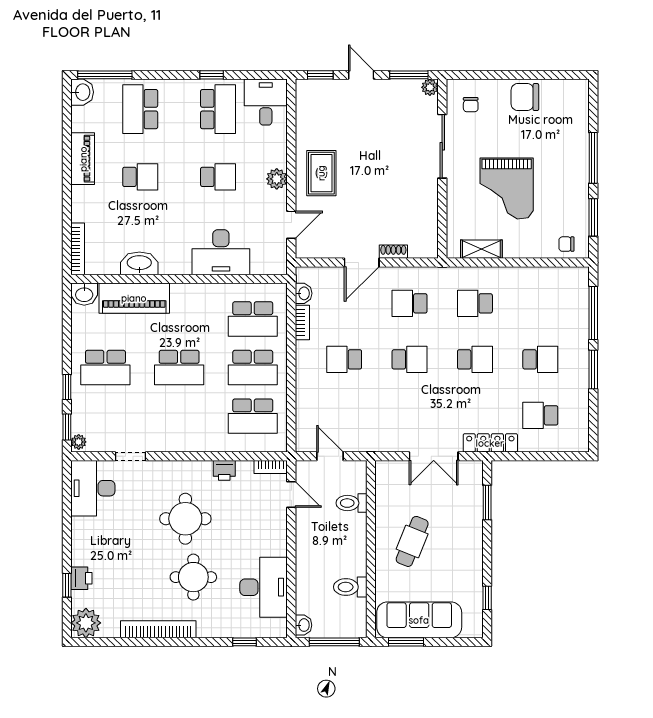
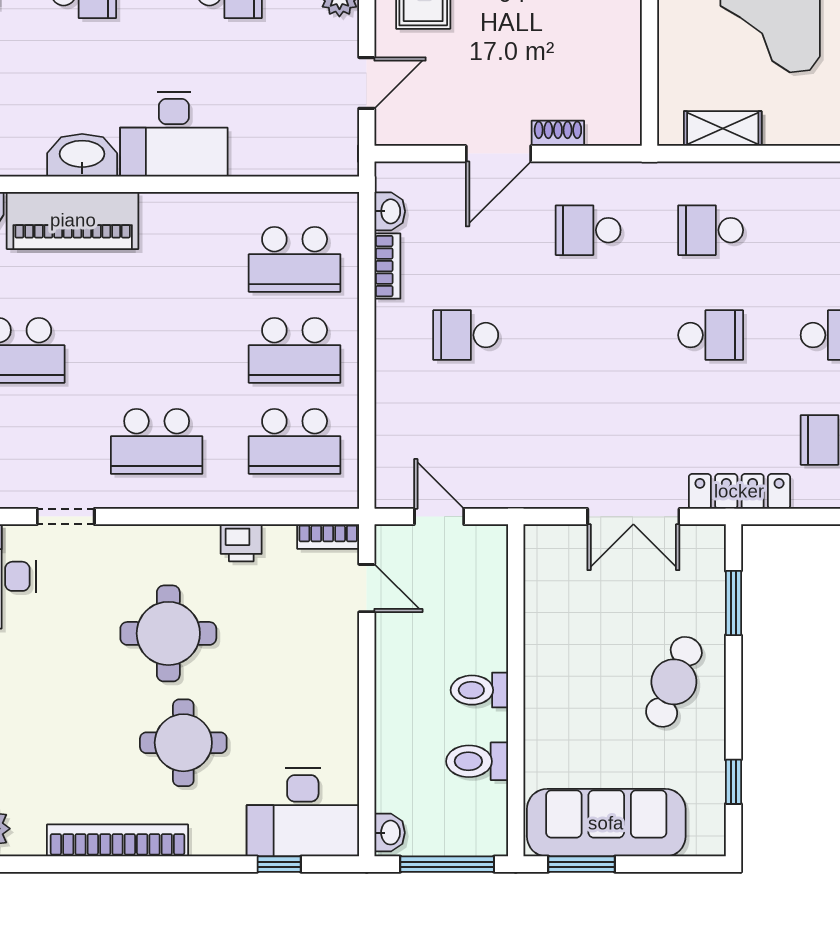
desk: (221, 252) -> (174, 134), moved
school desk: (410, 359) -> (588, 335), removed
school desk: (179, 368) -> (157, 441), moved
toilet: (351, 503) -> (479, 690), moved
cafe table: (412, 541) -> (674, 682), moved
desk: (264, 587) -> (303, 812), moved, turned 90

